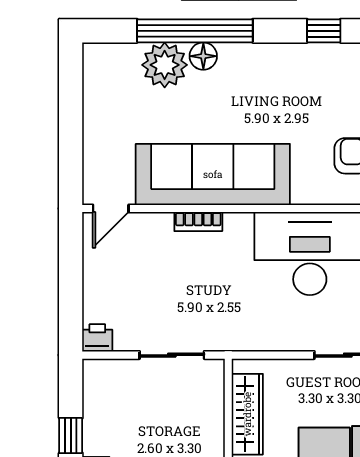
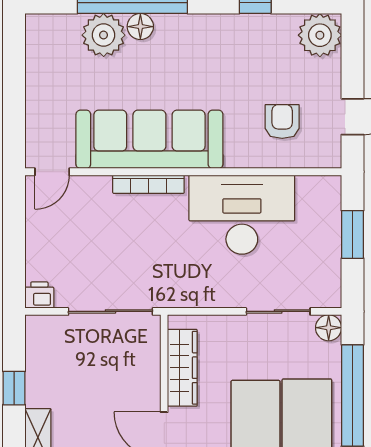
bookcase: (198, 222) -> (148, 184), width x1.56
sliding door: (172, 355) -> (110, 311), width x1.37

